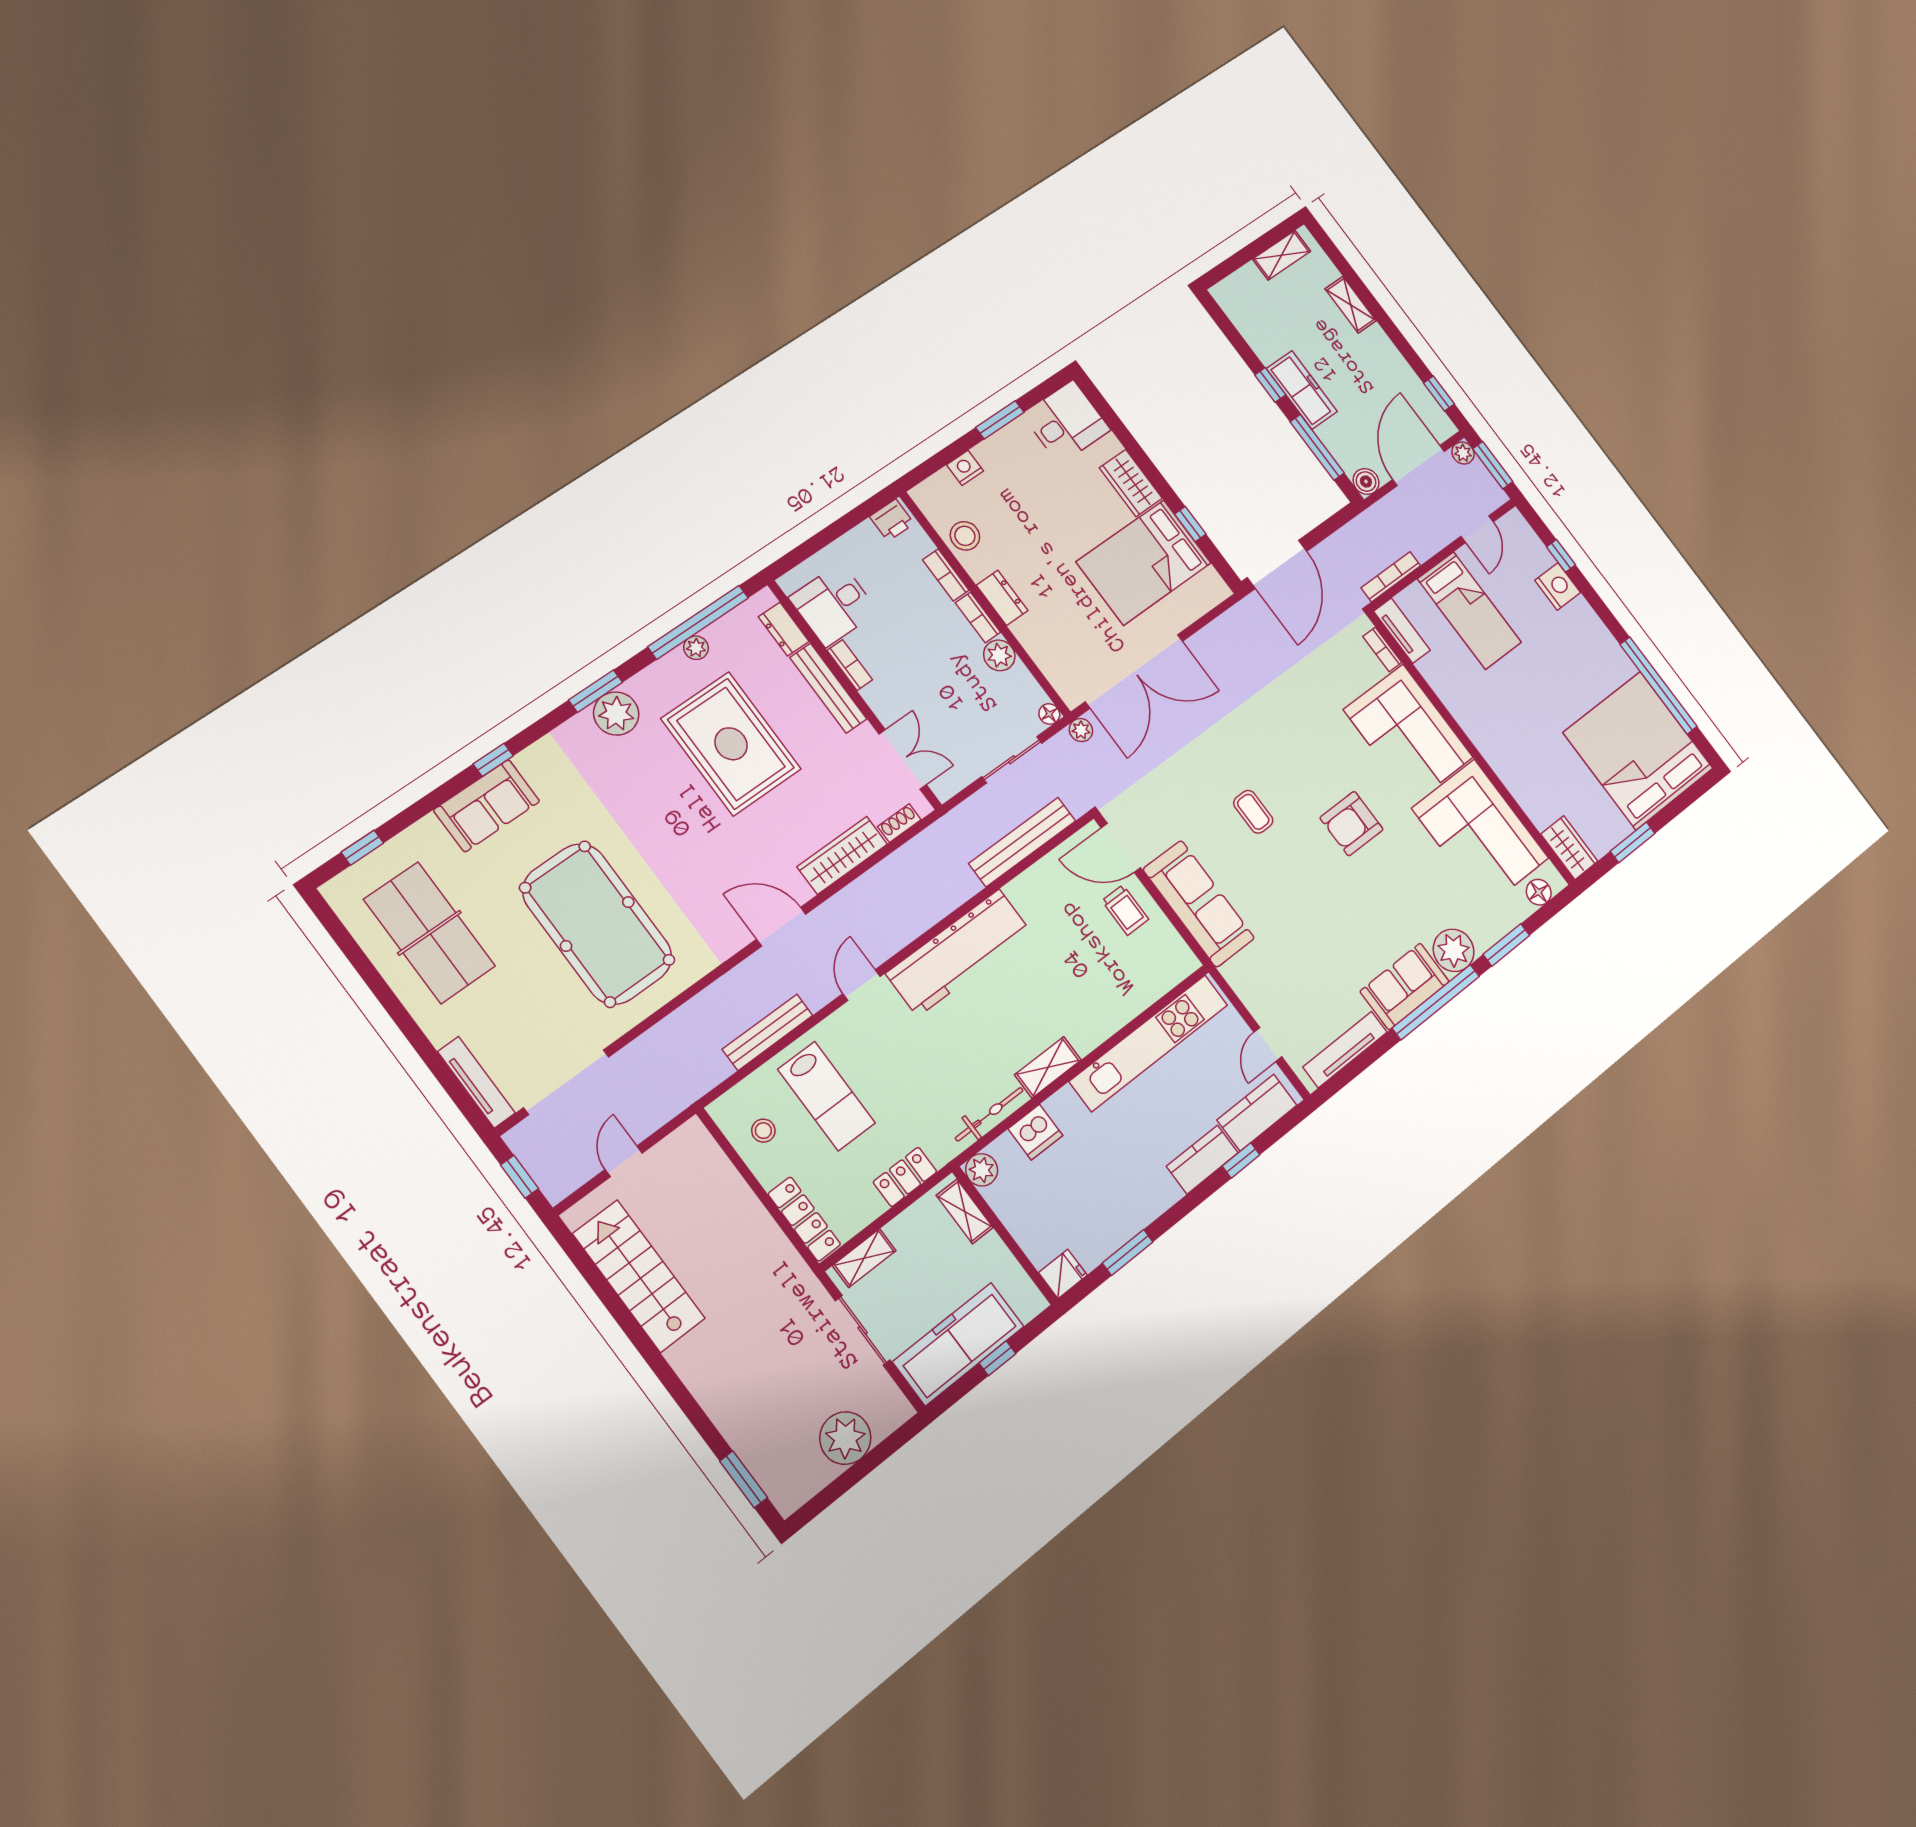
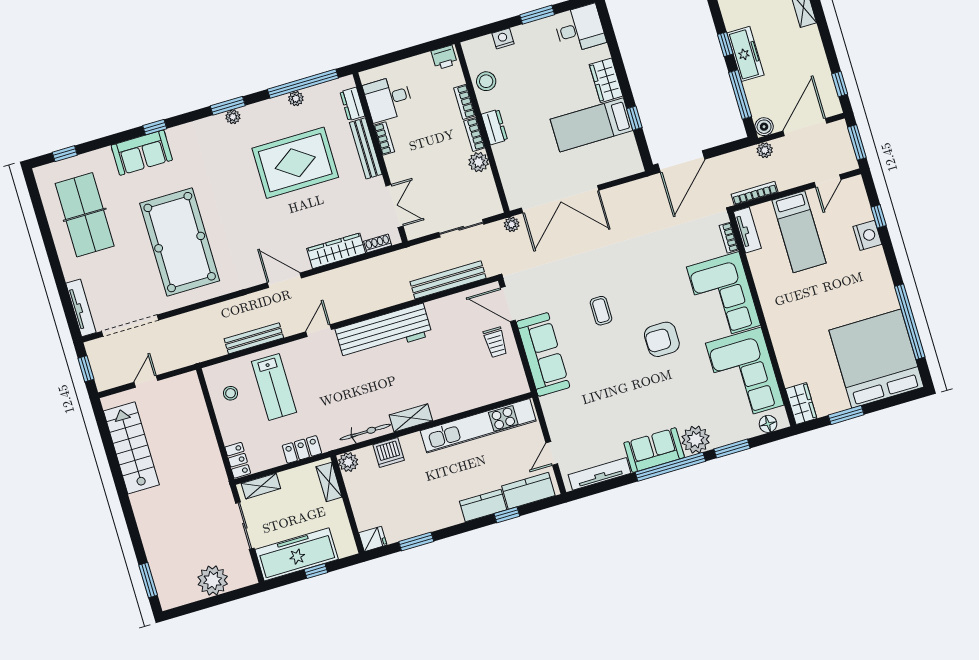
plant: (1463, 453) -> (765, 150), moved
bed: (1144, 562) -> (592, 125), width x0.67
plant: (616, 714) -> (233, 117), width x0.53, depth x0.53
floor lamp: (1049, 714) -> (496, 208), removed
rug: (731, 744) -> (295, 163), turned 90
locker: (804, 1219) -> (238, 460), width x0.66

